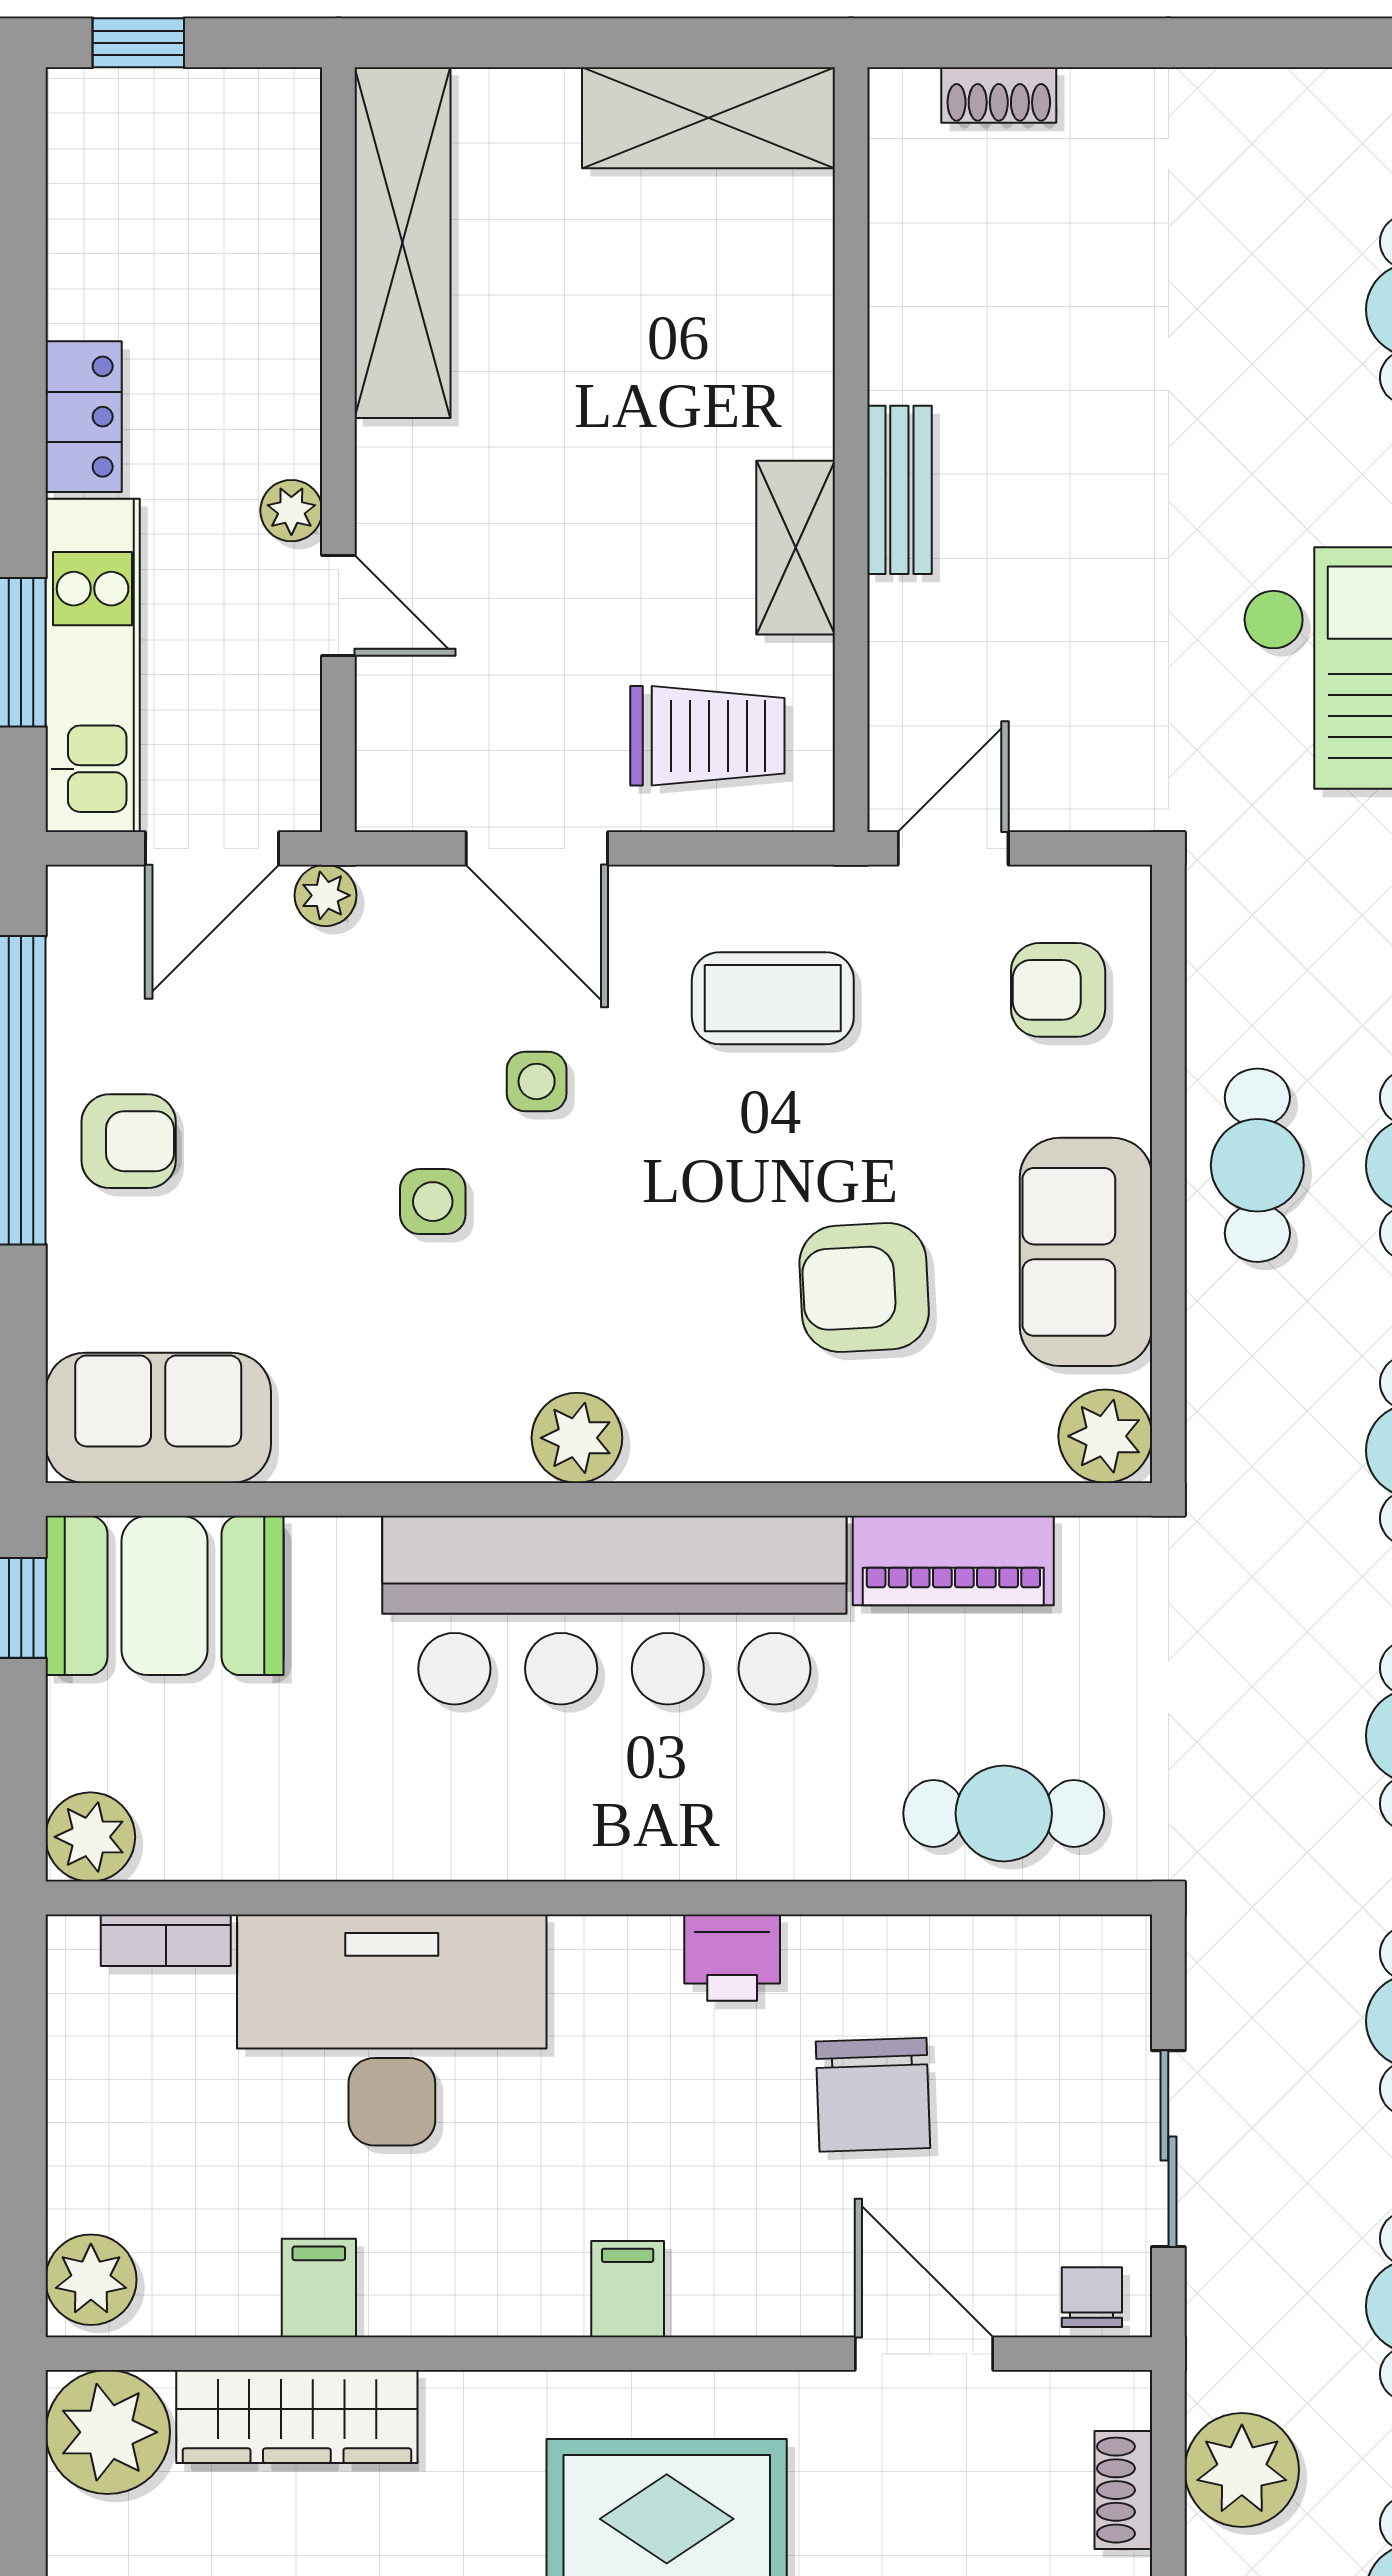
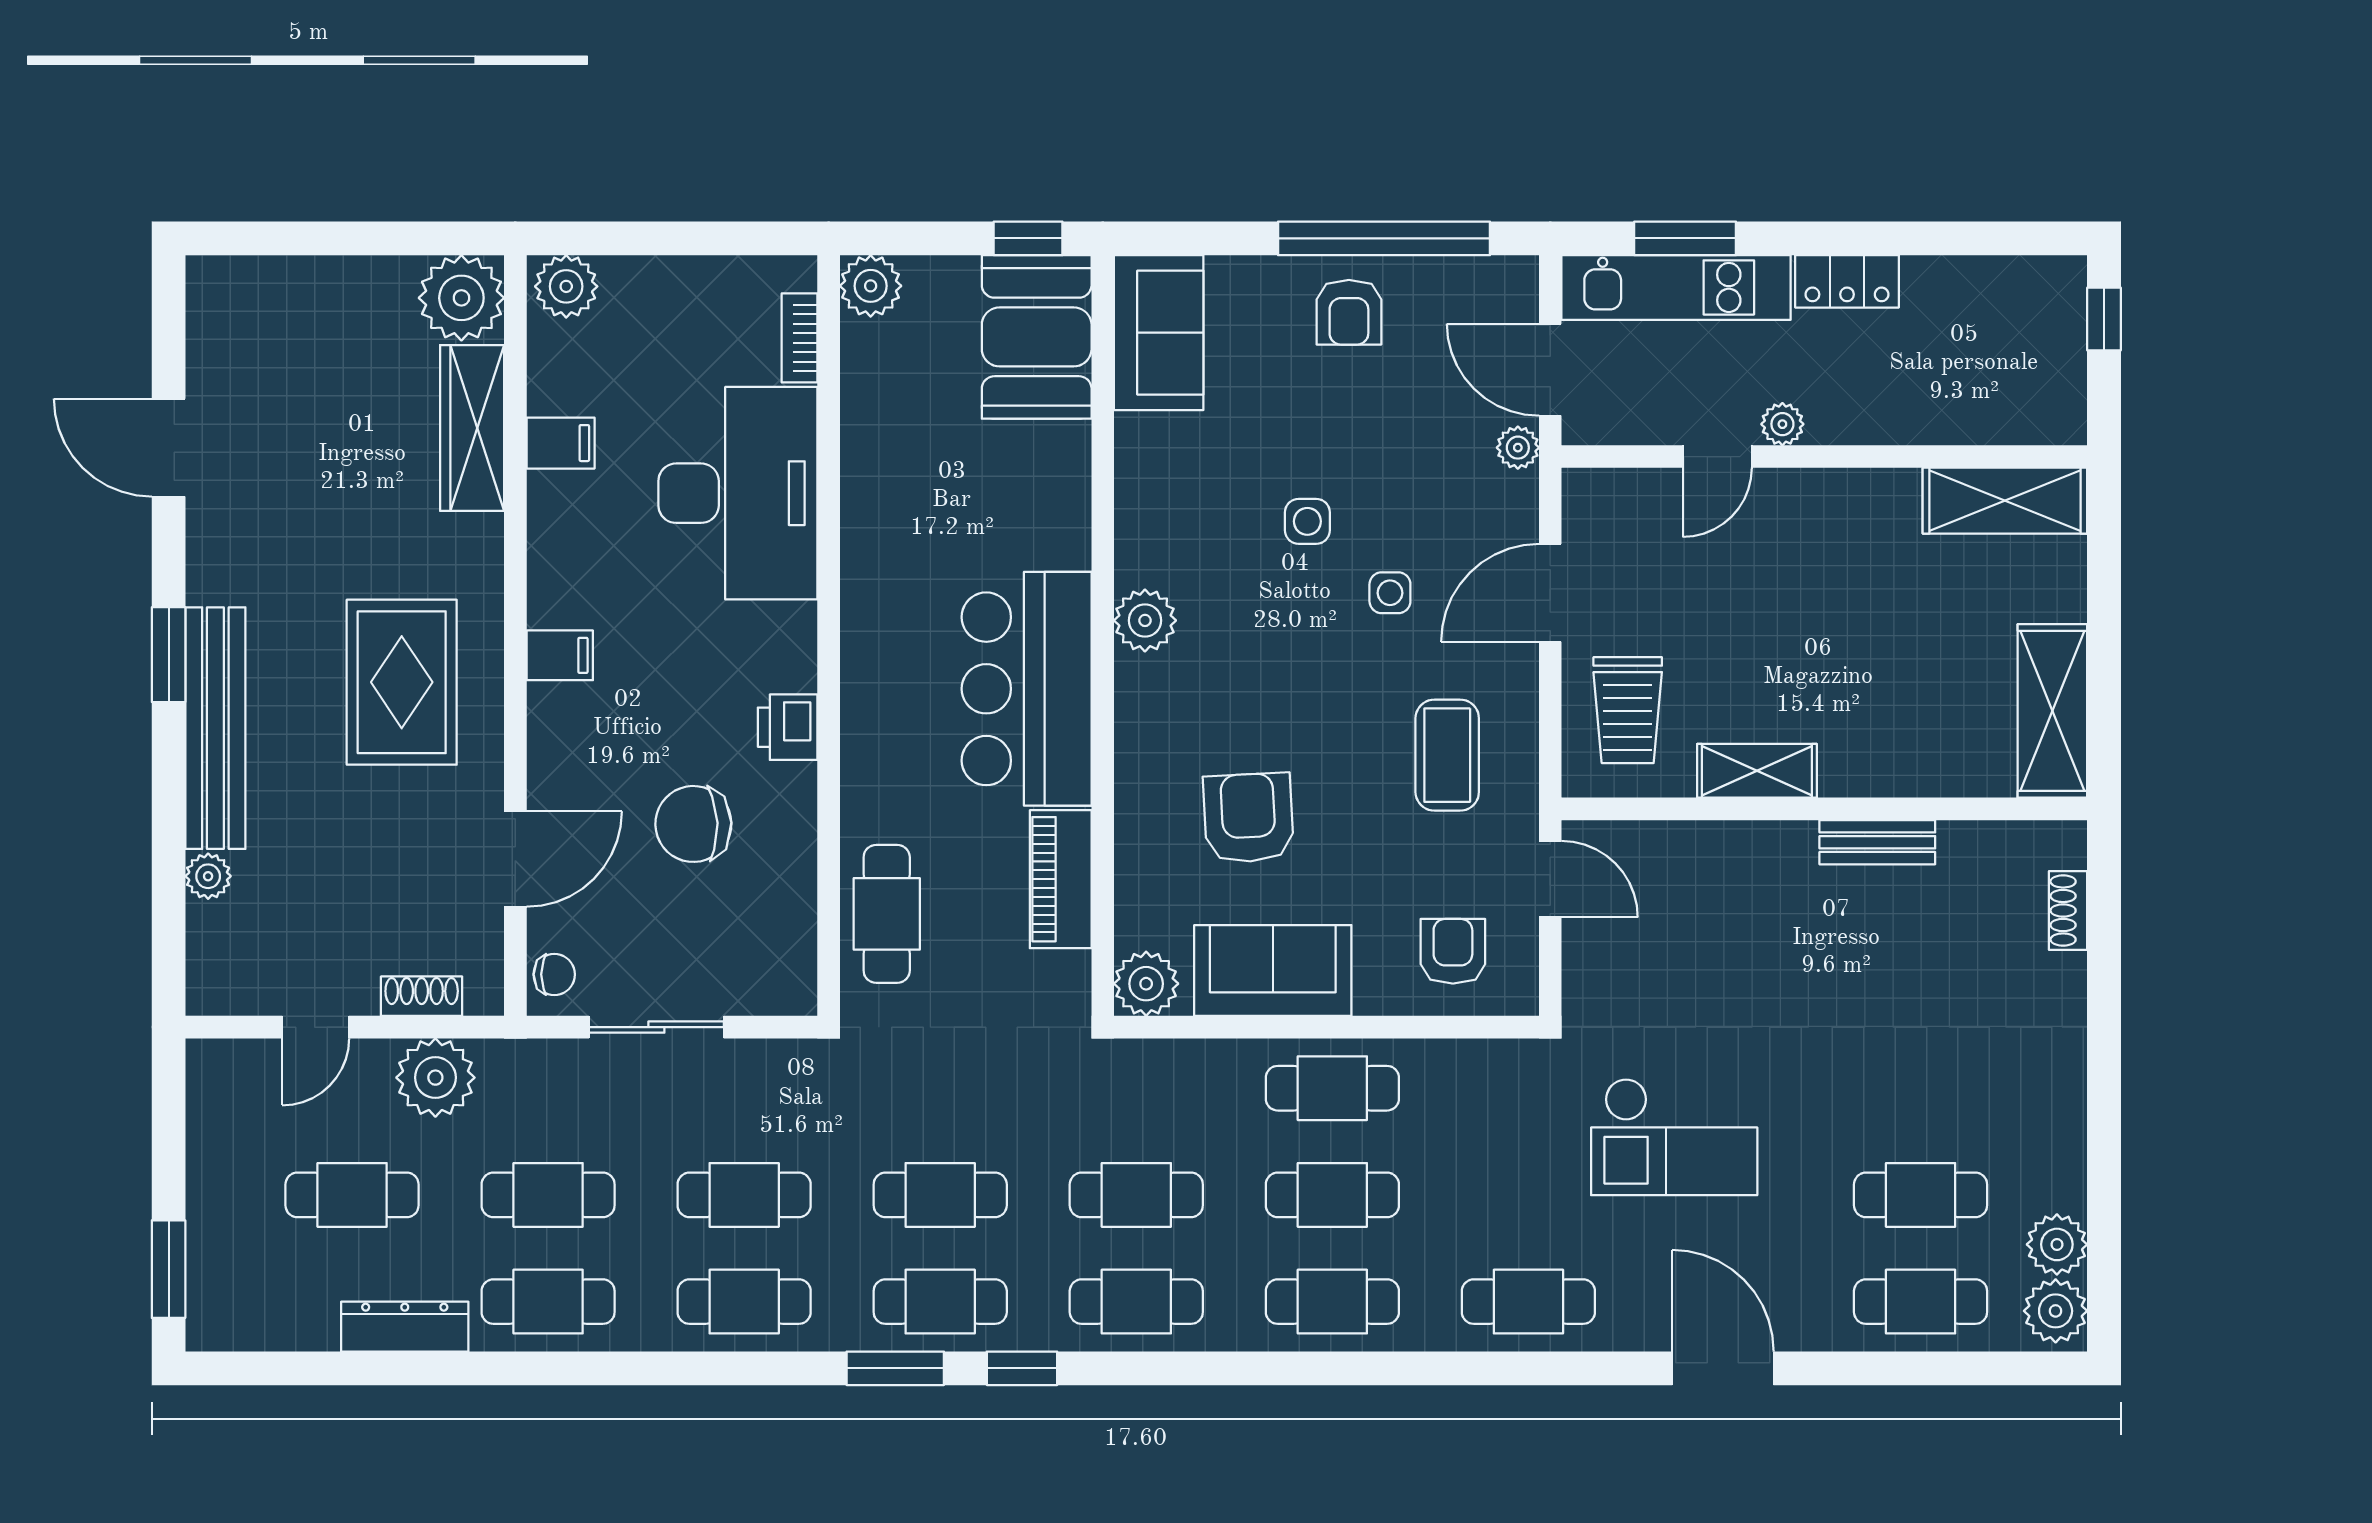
shelving: (403, 243) -> (2005, 501), width x0.68
bench: (899, 490) -> (1877, 842), moved
bar counter: (614, 1610) -> (1027, 689), width x0.73

